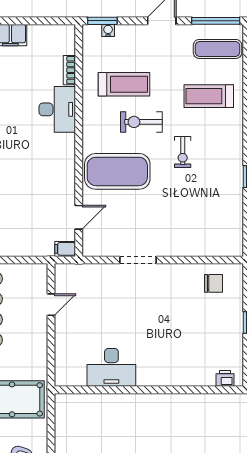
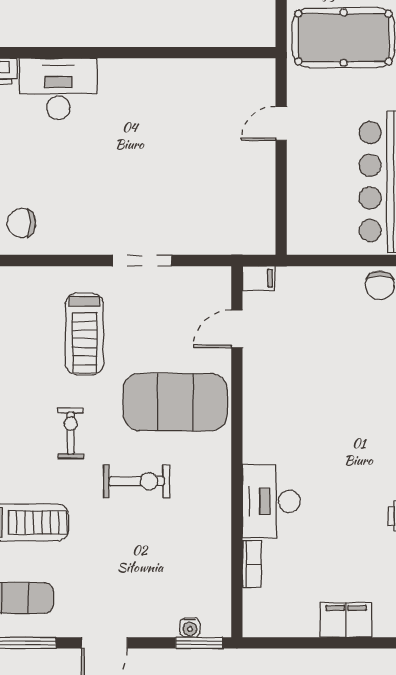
treadmill: (124, 84) -> (84, 334), moved, turned -90
door: (51, 305) -> (281, 123), moved
desk: (111, 367) -> (58, 89), moved

